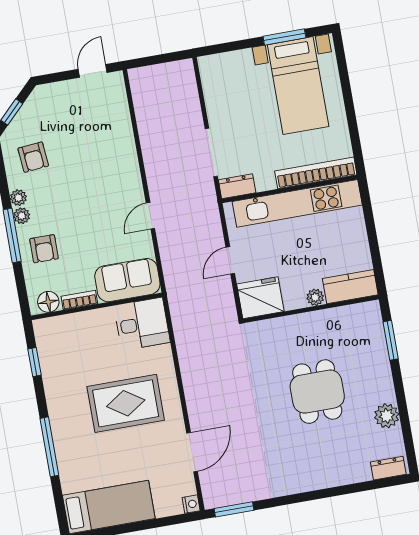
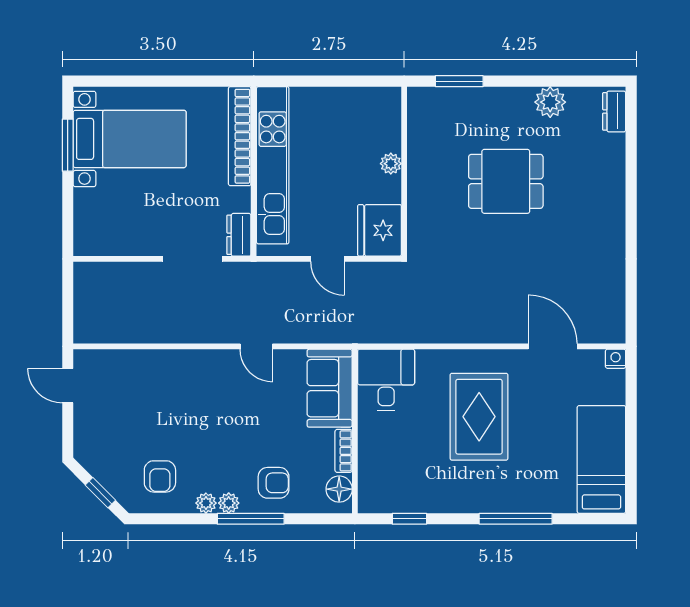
armchair: (33, 157) -> (160, 476), turned 95
kitchen counter: (350, 287) -> (385, 119), removed
window: (234, 509) -> (631, 308), removed

